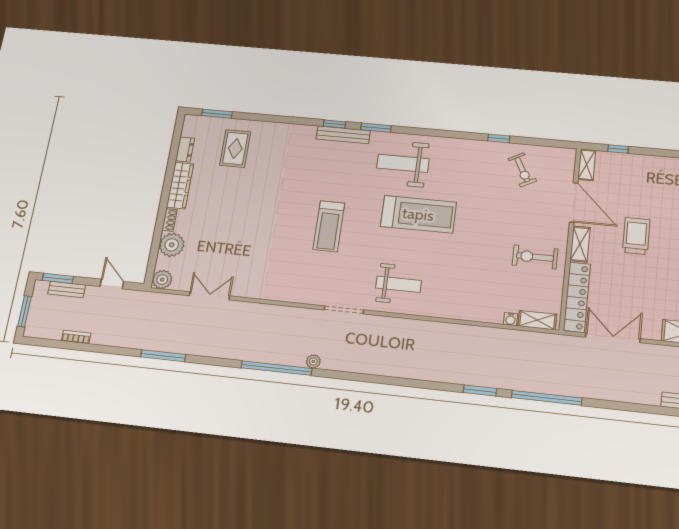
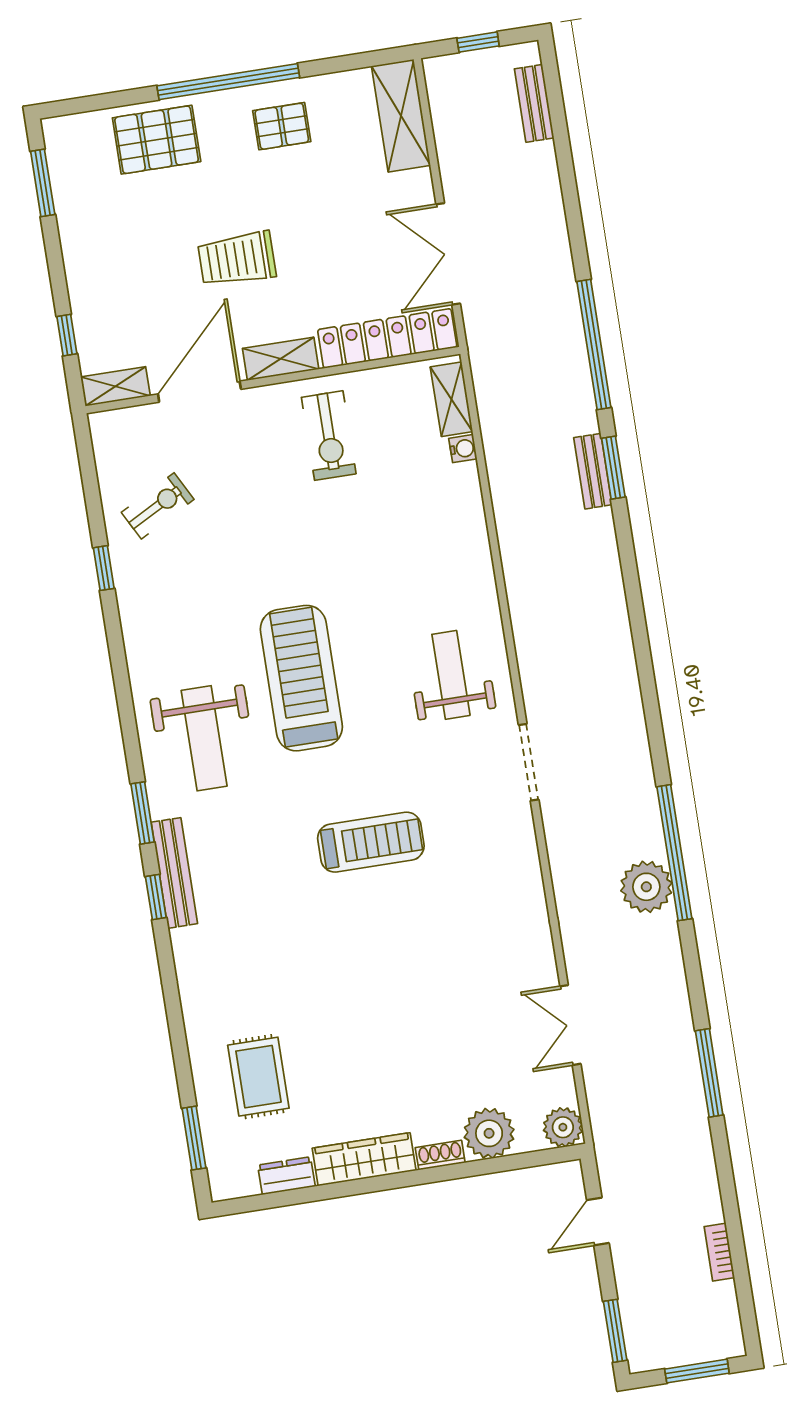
rug: (235, 148) -> (258, 1077), turned 90
bench: (67, 289) -> (593, 471), moved
plant: (313, 361) -> (646, 887), moved, width x1.87, depth x1.87

